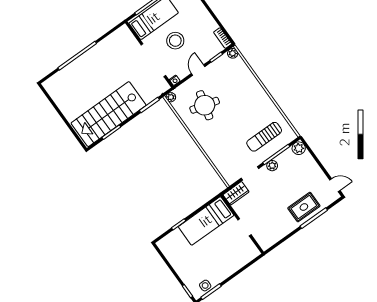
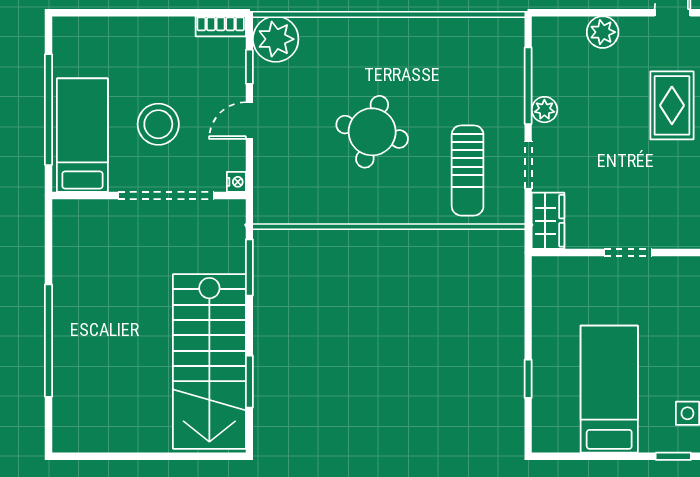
plant: (233, 53) -> (276, 39), width x1.88, depth x1.88
door: (198, 70) -> (249, 121), hinge flipped
plant: (171, 97) -> (264, 213), removed
round table: (205, 105) -> (372, 132), moved
sun lounger: (264, 137) -> (468, 170), moved
plant: (299, 148) -> (603, 32), moved
bed: (206, 221) -> (609, 389), moved, turned 180

